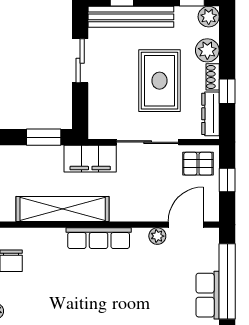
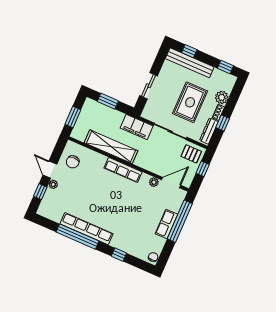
plant: (209, 17) -> (230, 80), removed
sliding door: (80, 61) -> (148, 86), moved
window: (44, 137) -> (108, 101), moved

